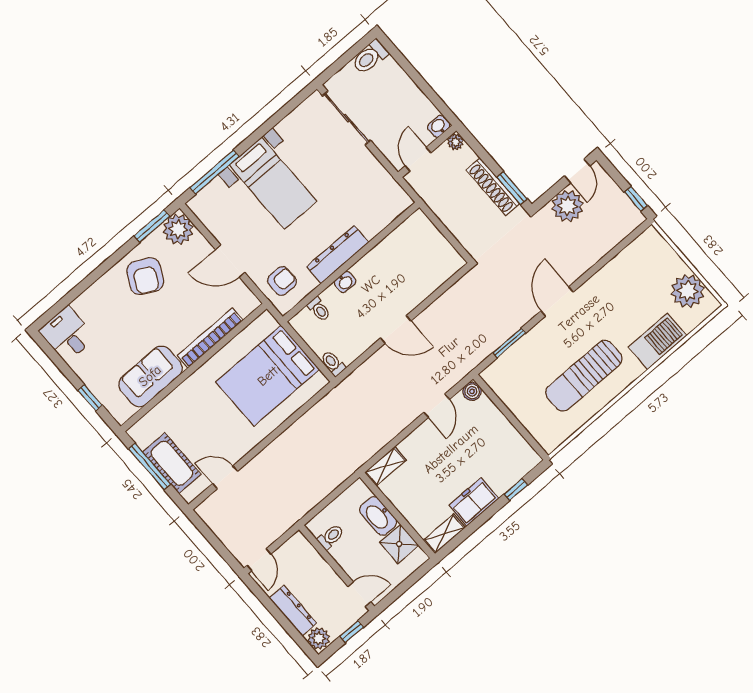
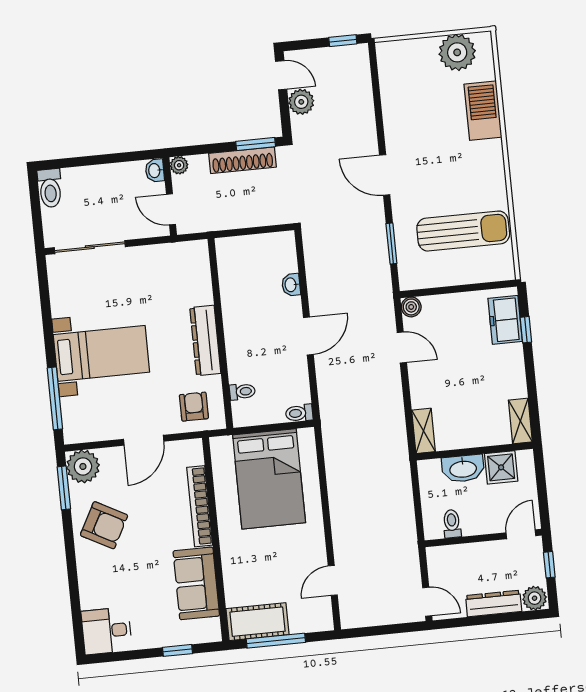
plant: (568, 206) -> (301, 102), width x0.73, depth x0.73
washbasin: (345, 282) -> (291, 285), moved, turned 180
sun lounger: (584, 376) -> (463, 231), moved, turned -90
cot: (172, 463) -> (258, 622), moved
freezer: (474, 502) -> (505, 320), moved

